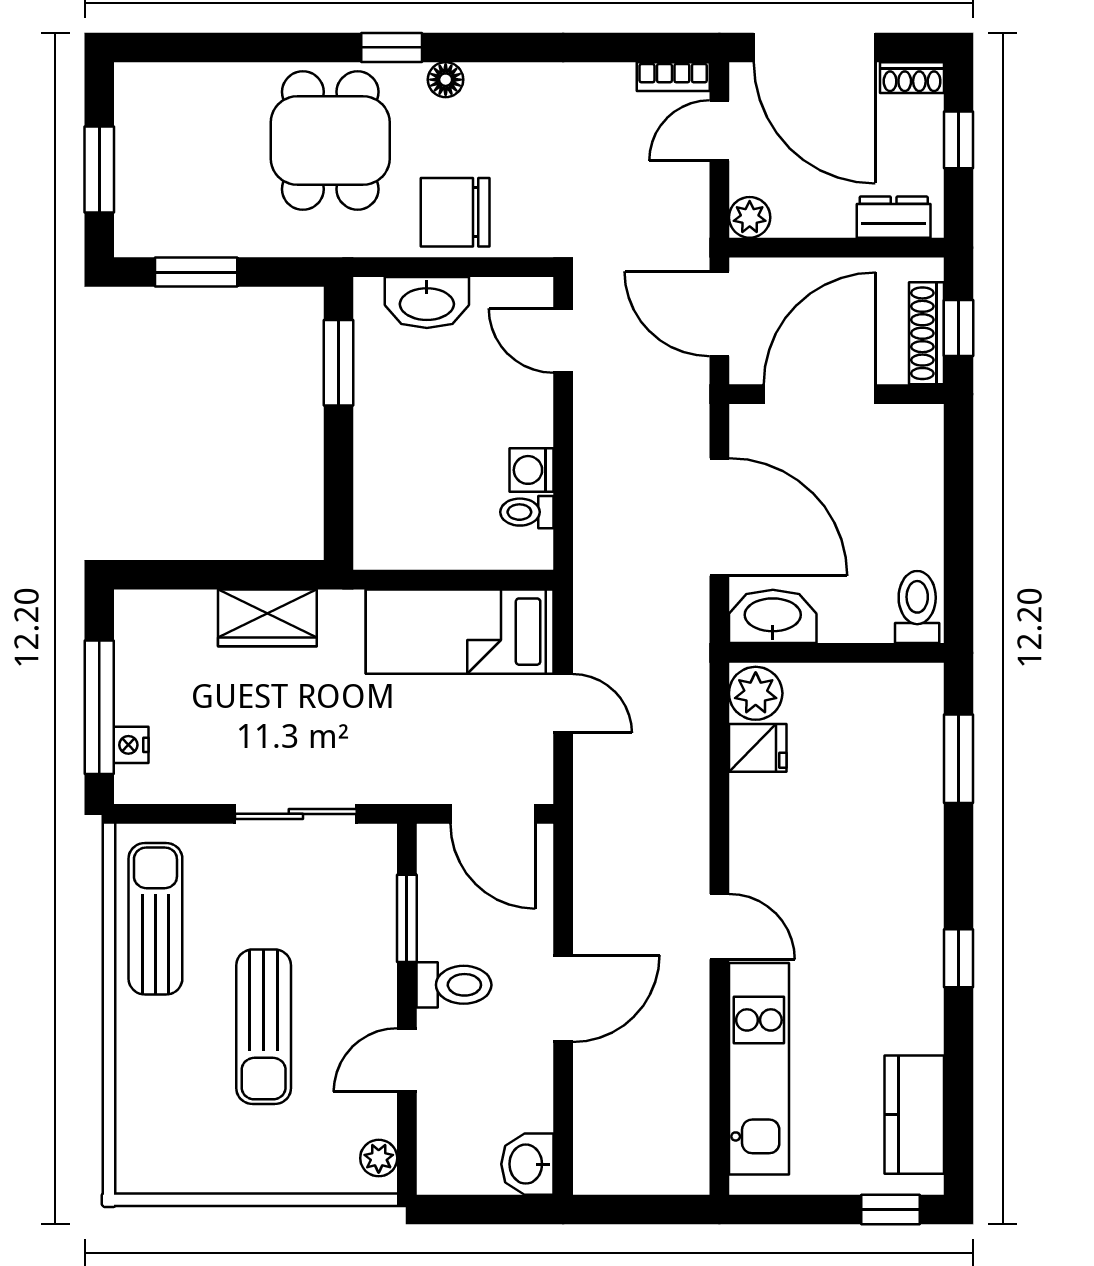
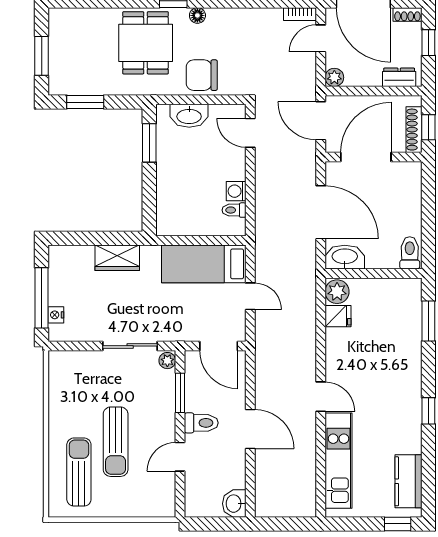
sun lounger: (155, 919) -> (79, 472), moved
door: (563, 998) -> (250, 429), hinge flipped
plant: (379, 1158) -> (167, 361), moved

